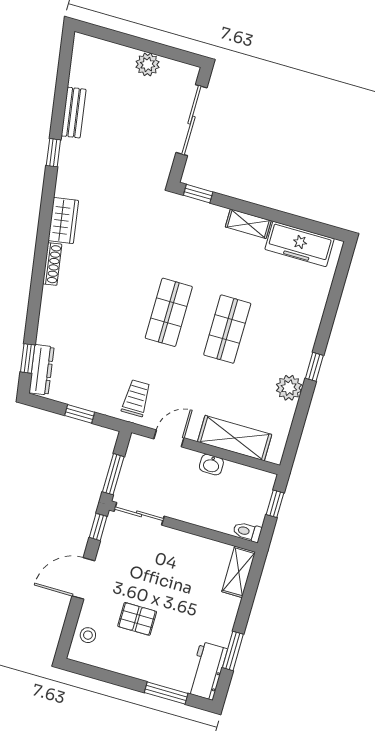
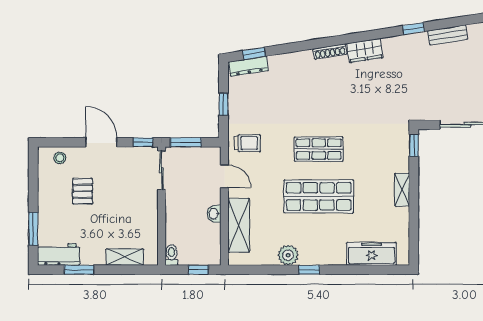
freezer: (300, 244) -> (372, 254), moved, turned 90
shop shelf: (227, 329) -> (319, 196), width x1.43, depth x1.36
shelving: (239, 572) -> (125, 257), moved

